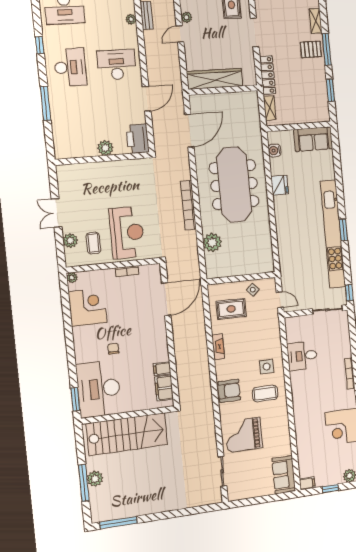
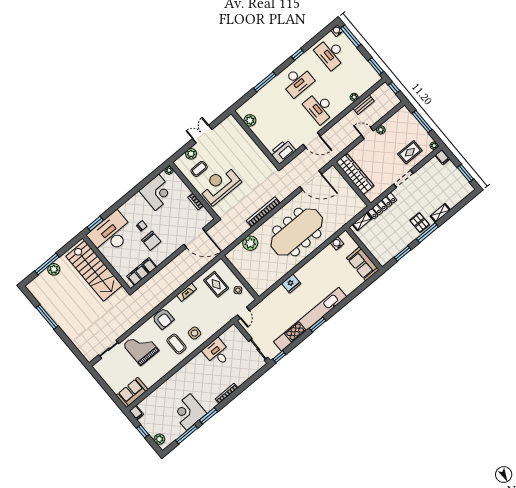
desk: (117, 65) -> (319, 108), turned 180
plant: (105, 148) -> (250, 120), moved
fridge: (280, 185) -> (291, 284), moved
reception desk: (127, 233) -> (220, 185), turned 180
chair: (137, 349) -> (151, 241), added
window: (118, 523) -> (47, 317), moved

